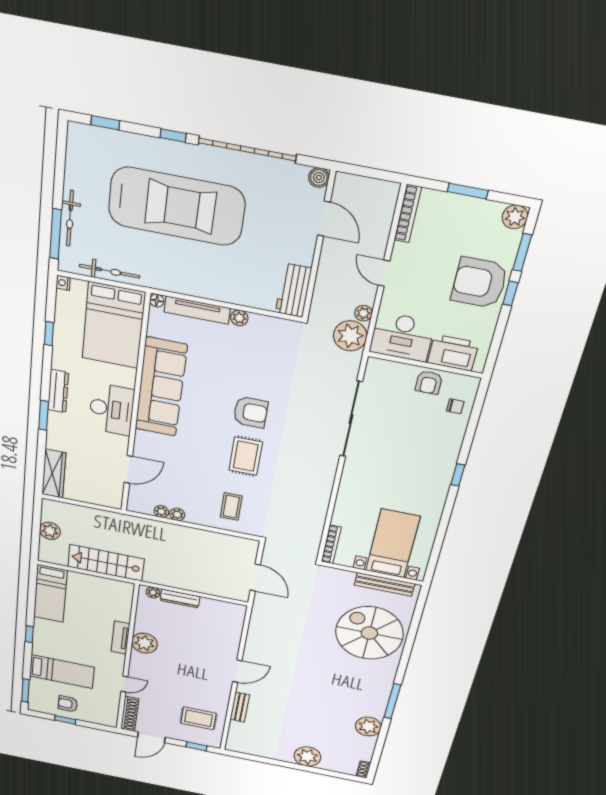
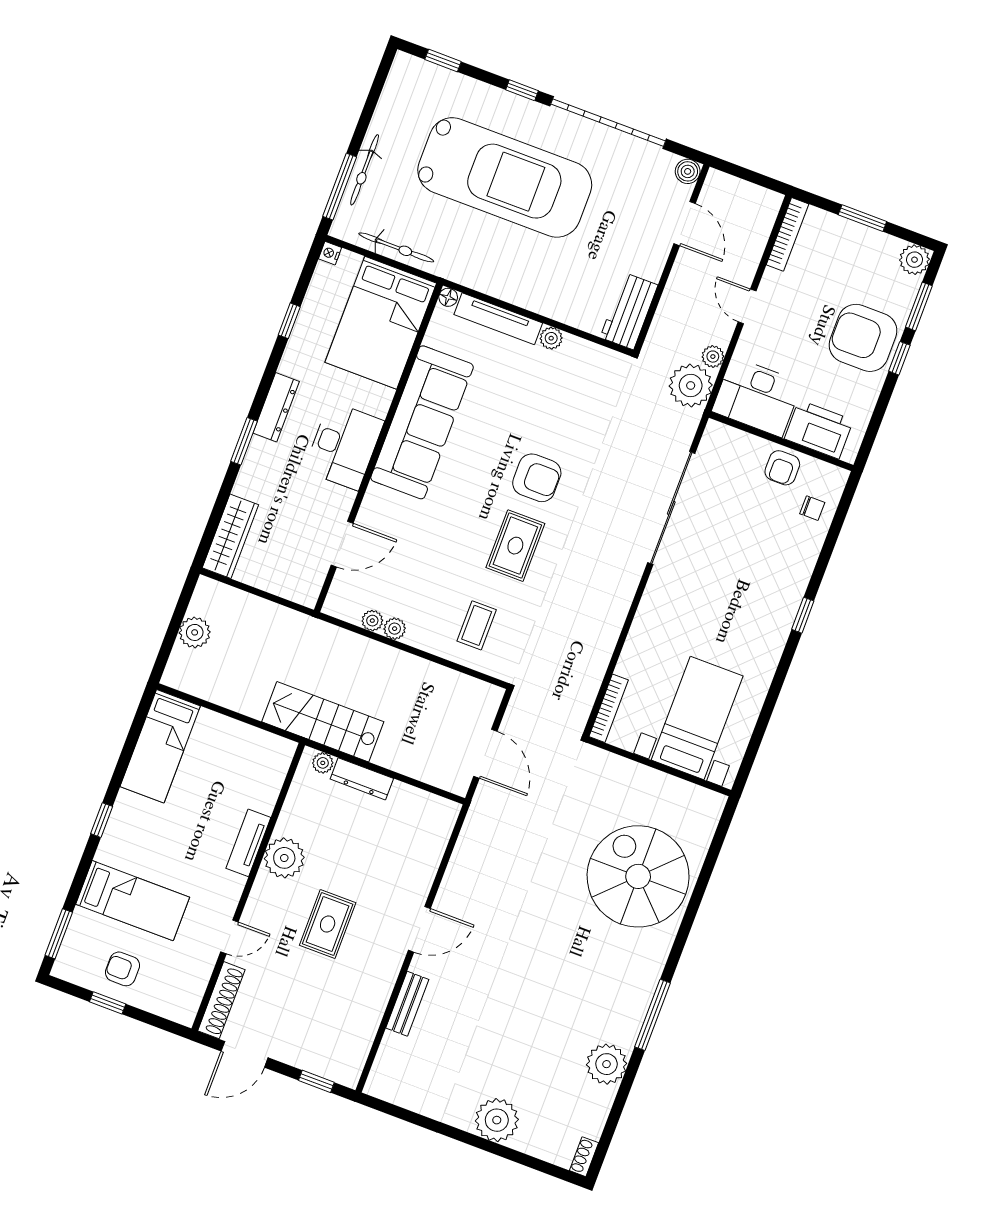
stairs: (106, 563) -> (323, 722), moved
bench: (384, 584) -> (674, 789), removed
rug: (198, 718) -> (328, 924), moved, turned 90

